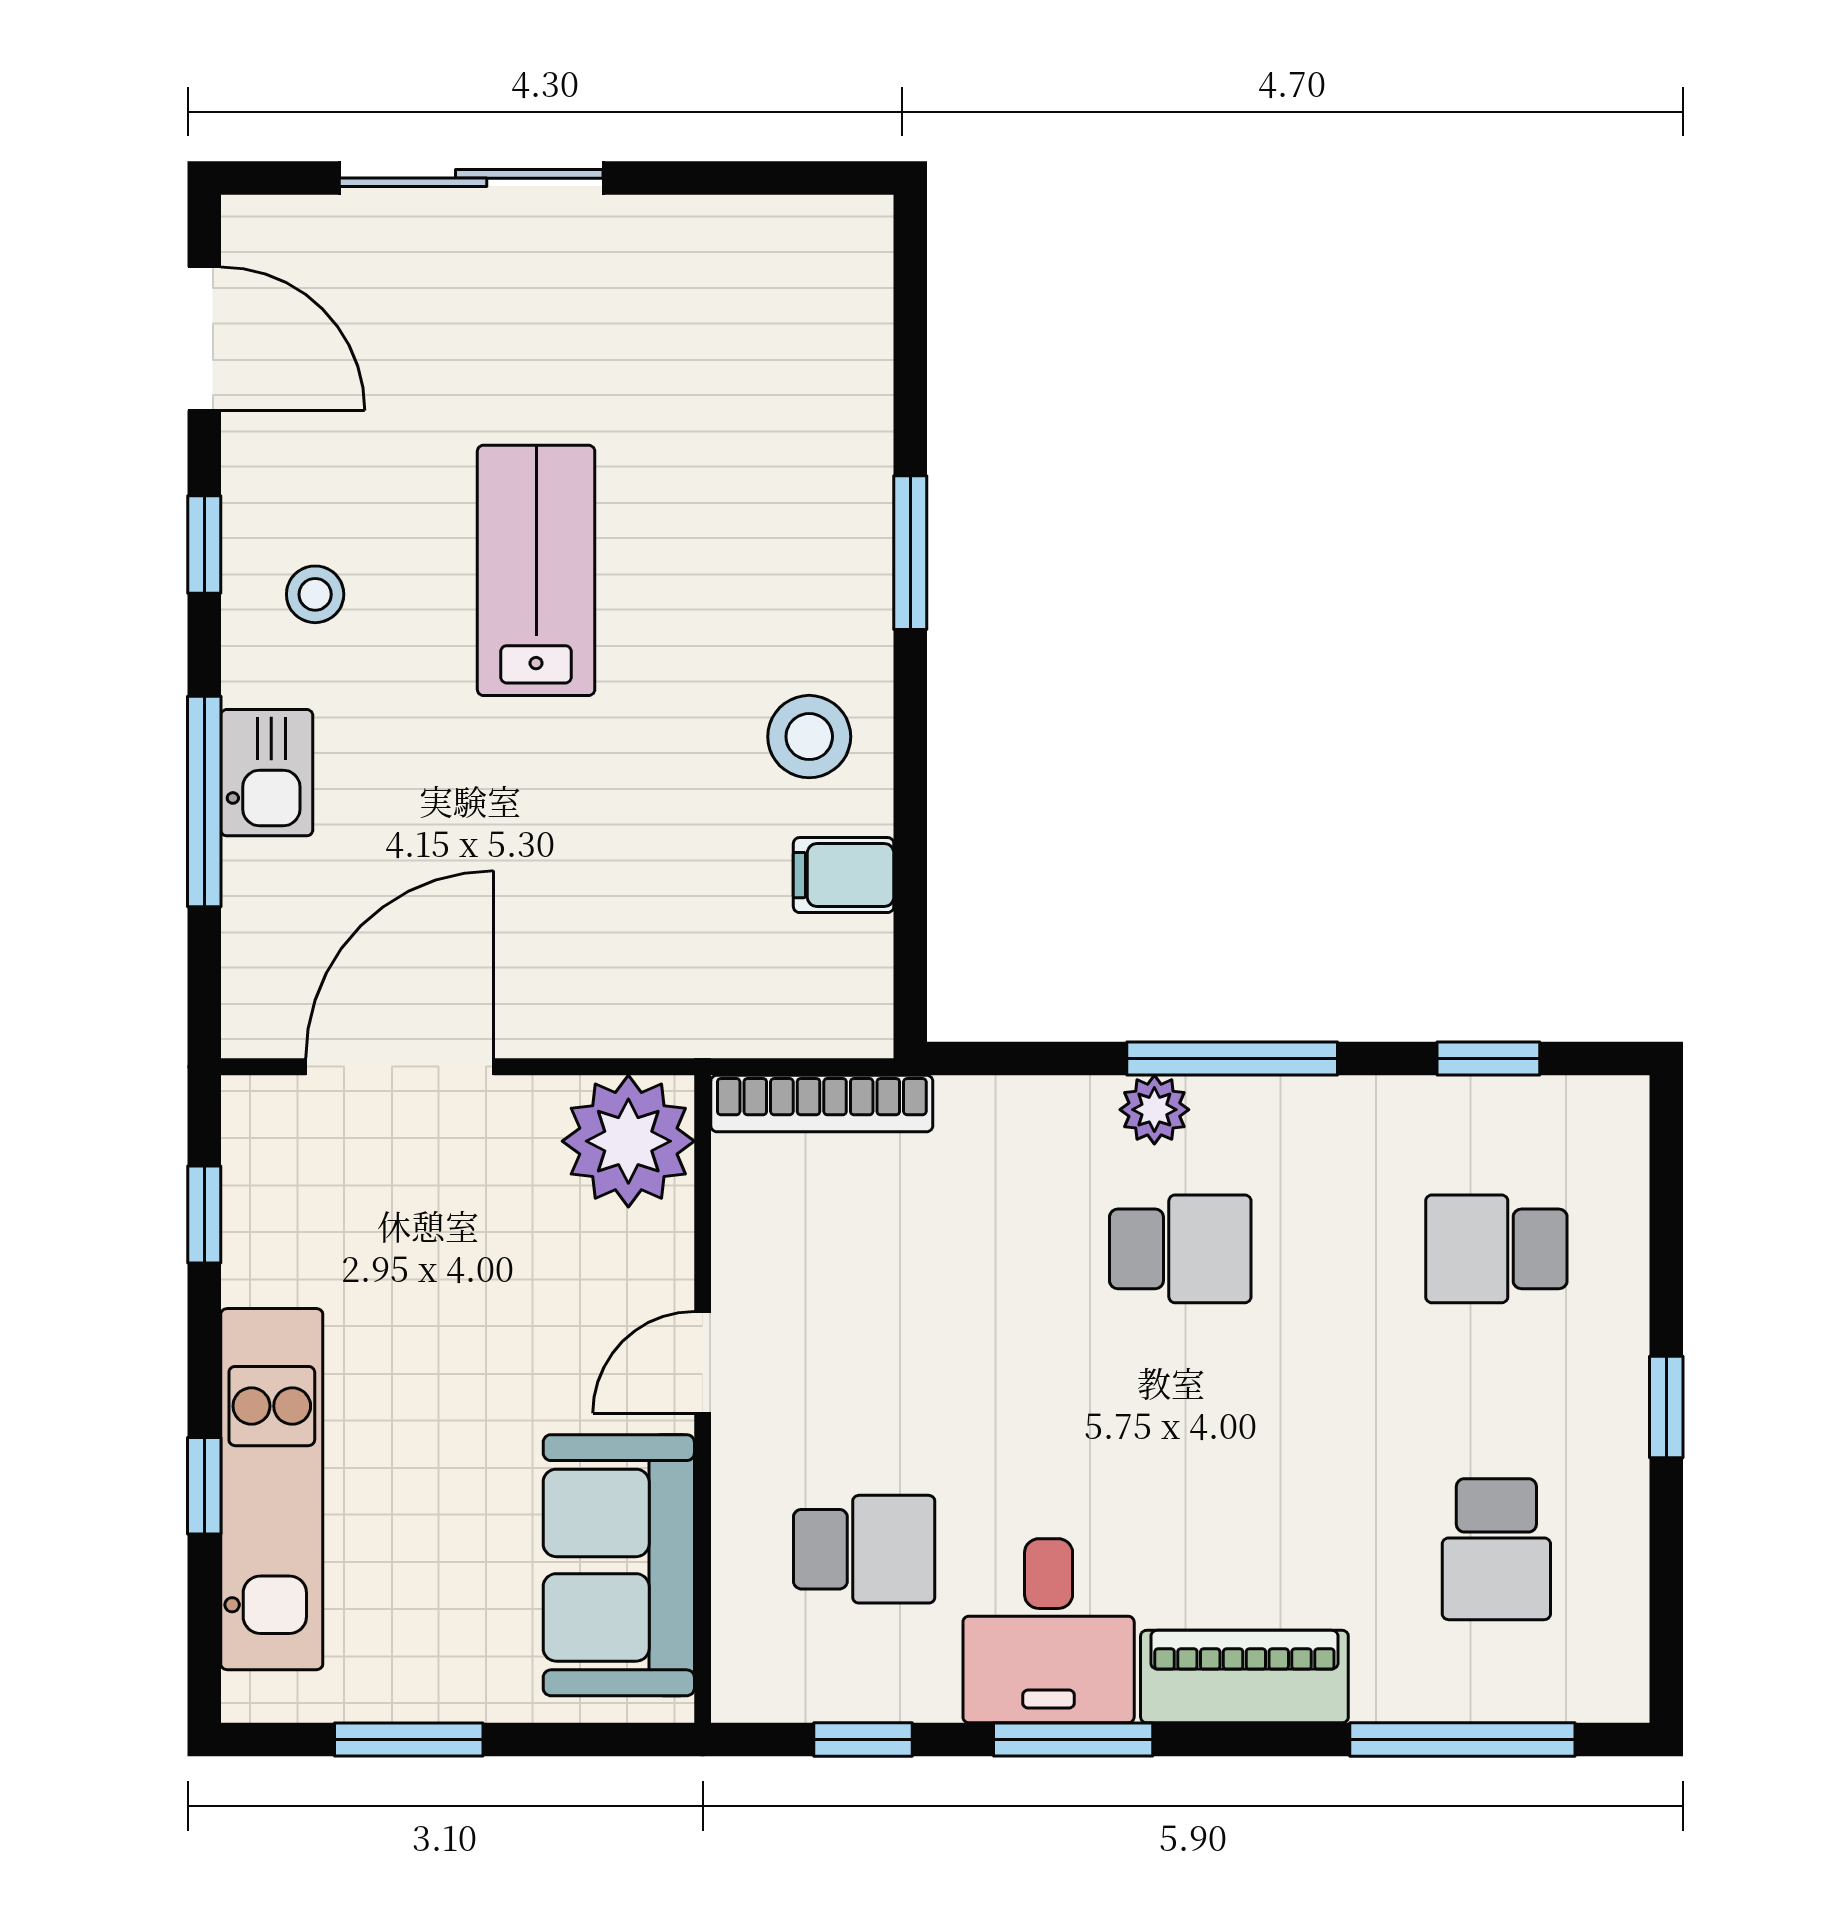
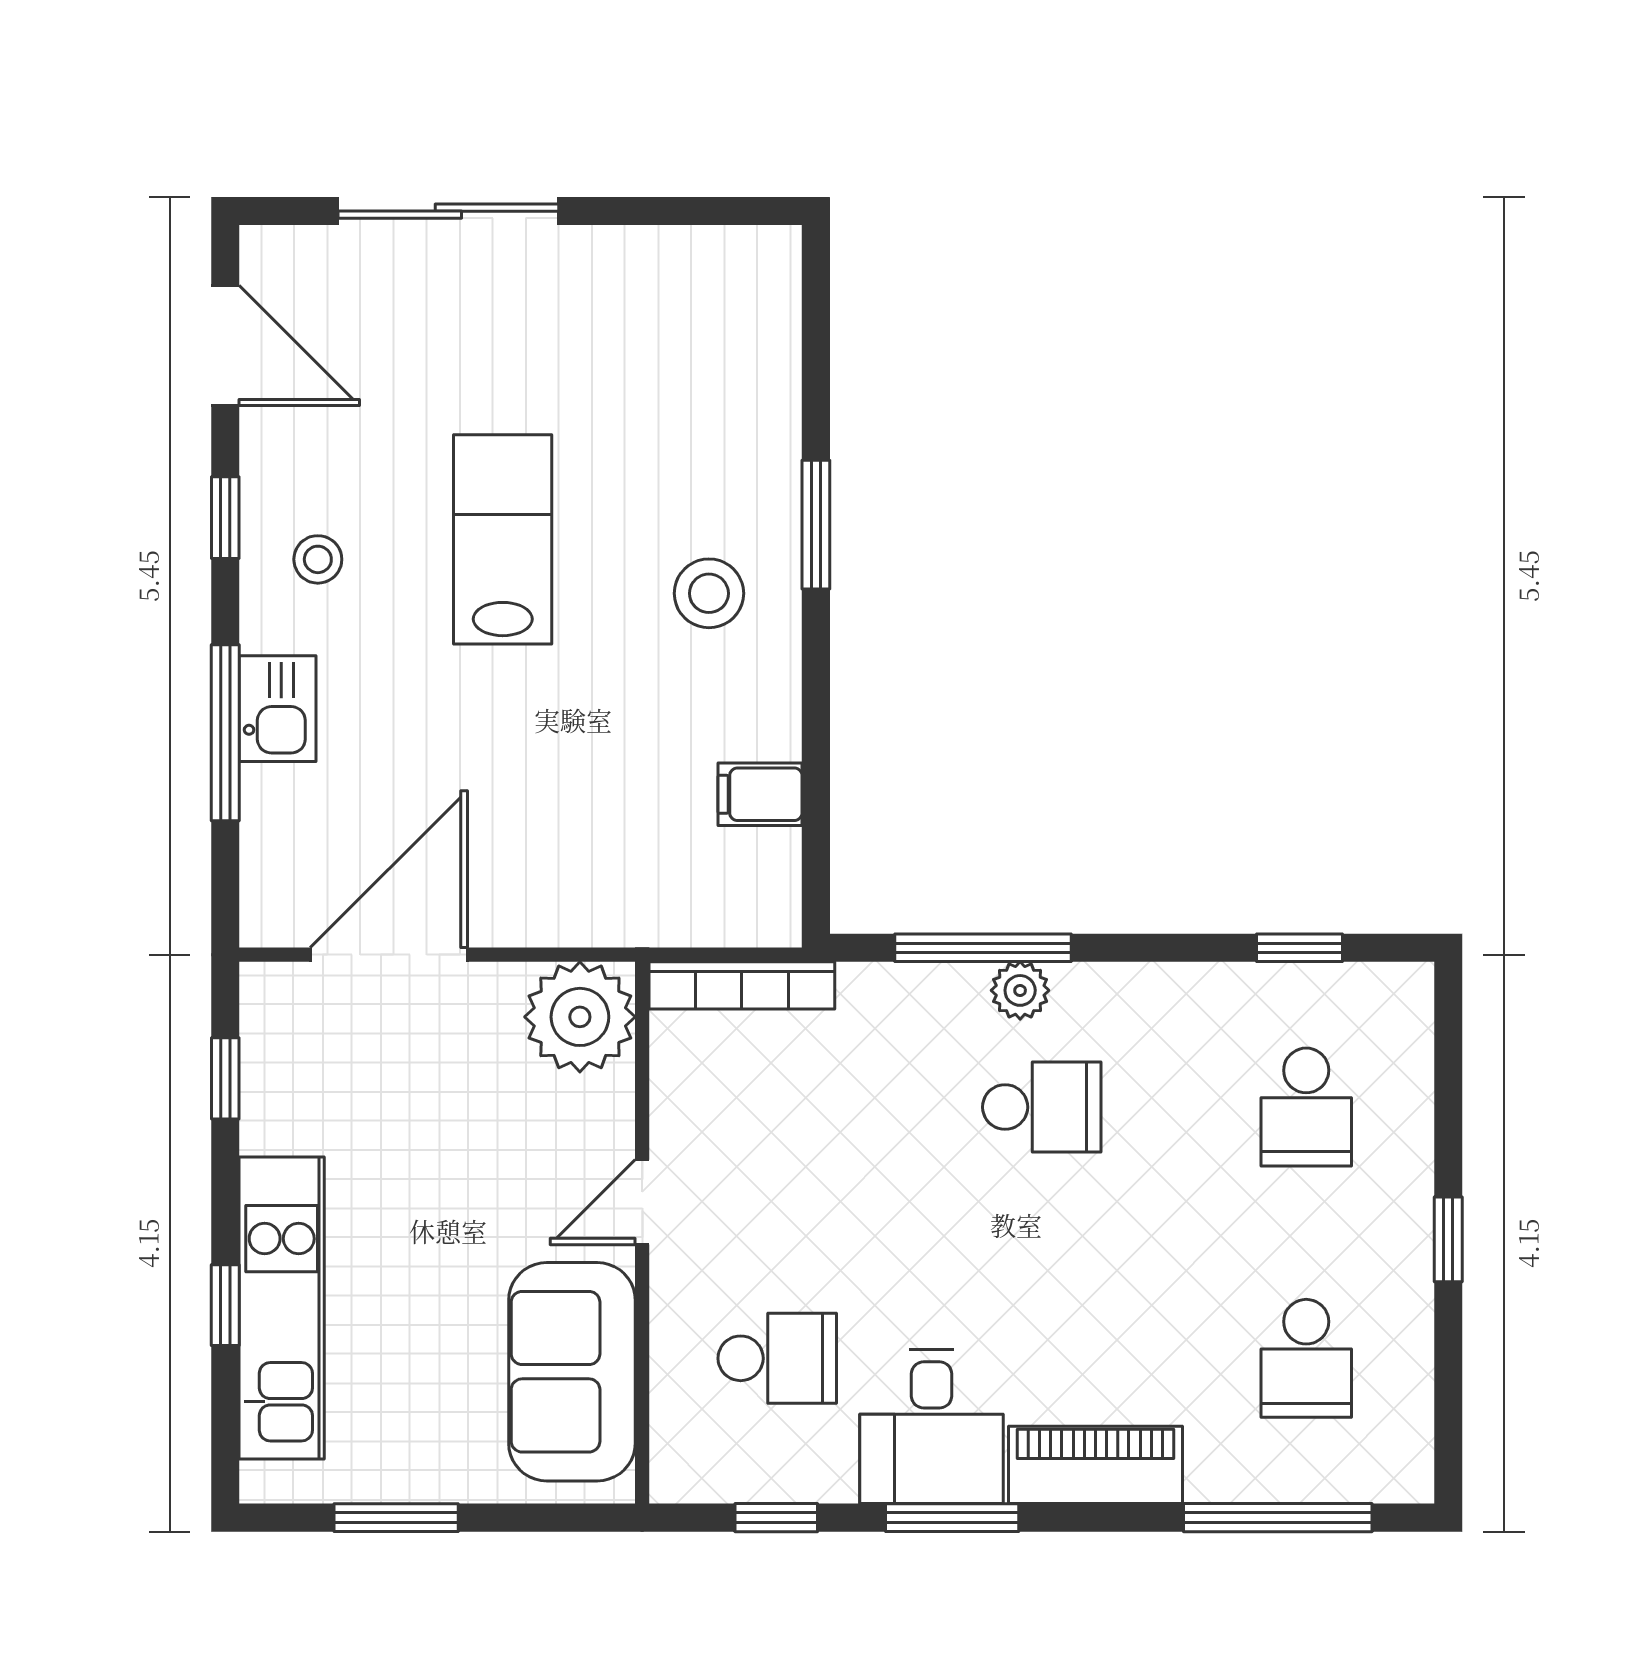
stool: (809, 737) -> (709, 593), moved
window: (1232, 1058) -> (983, 948), moved
school desk: (1496, 1249) -> (1306, 1107), turned -90

